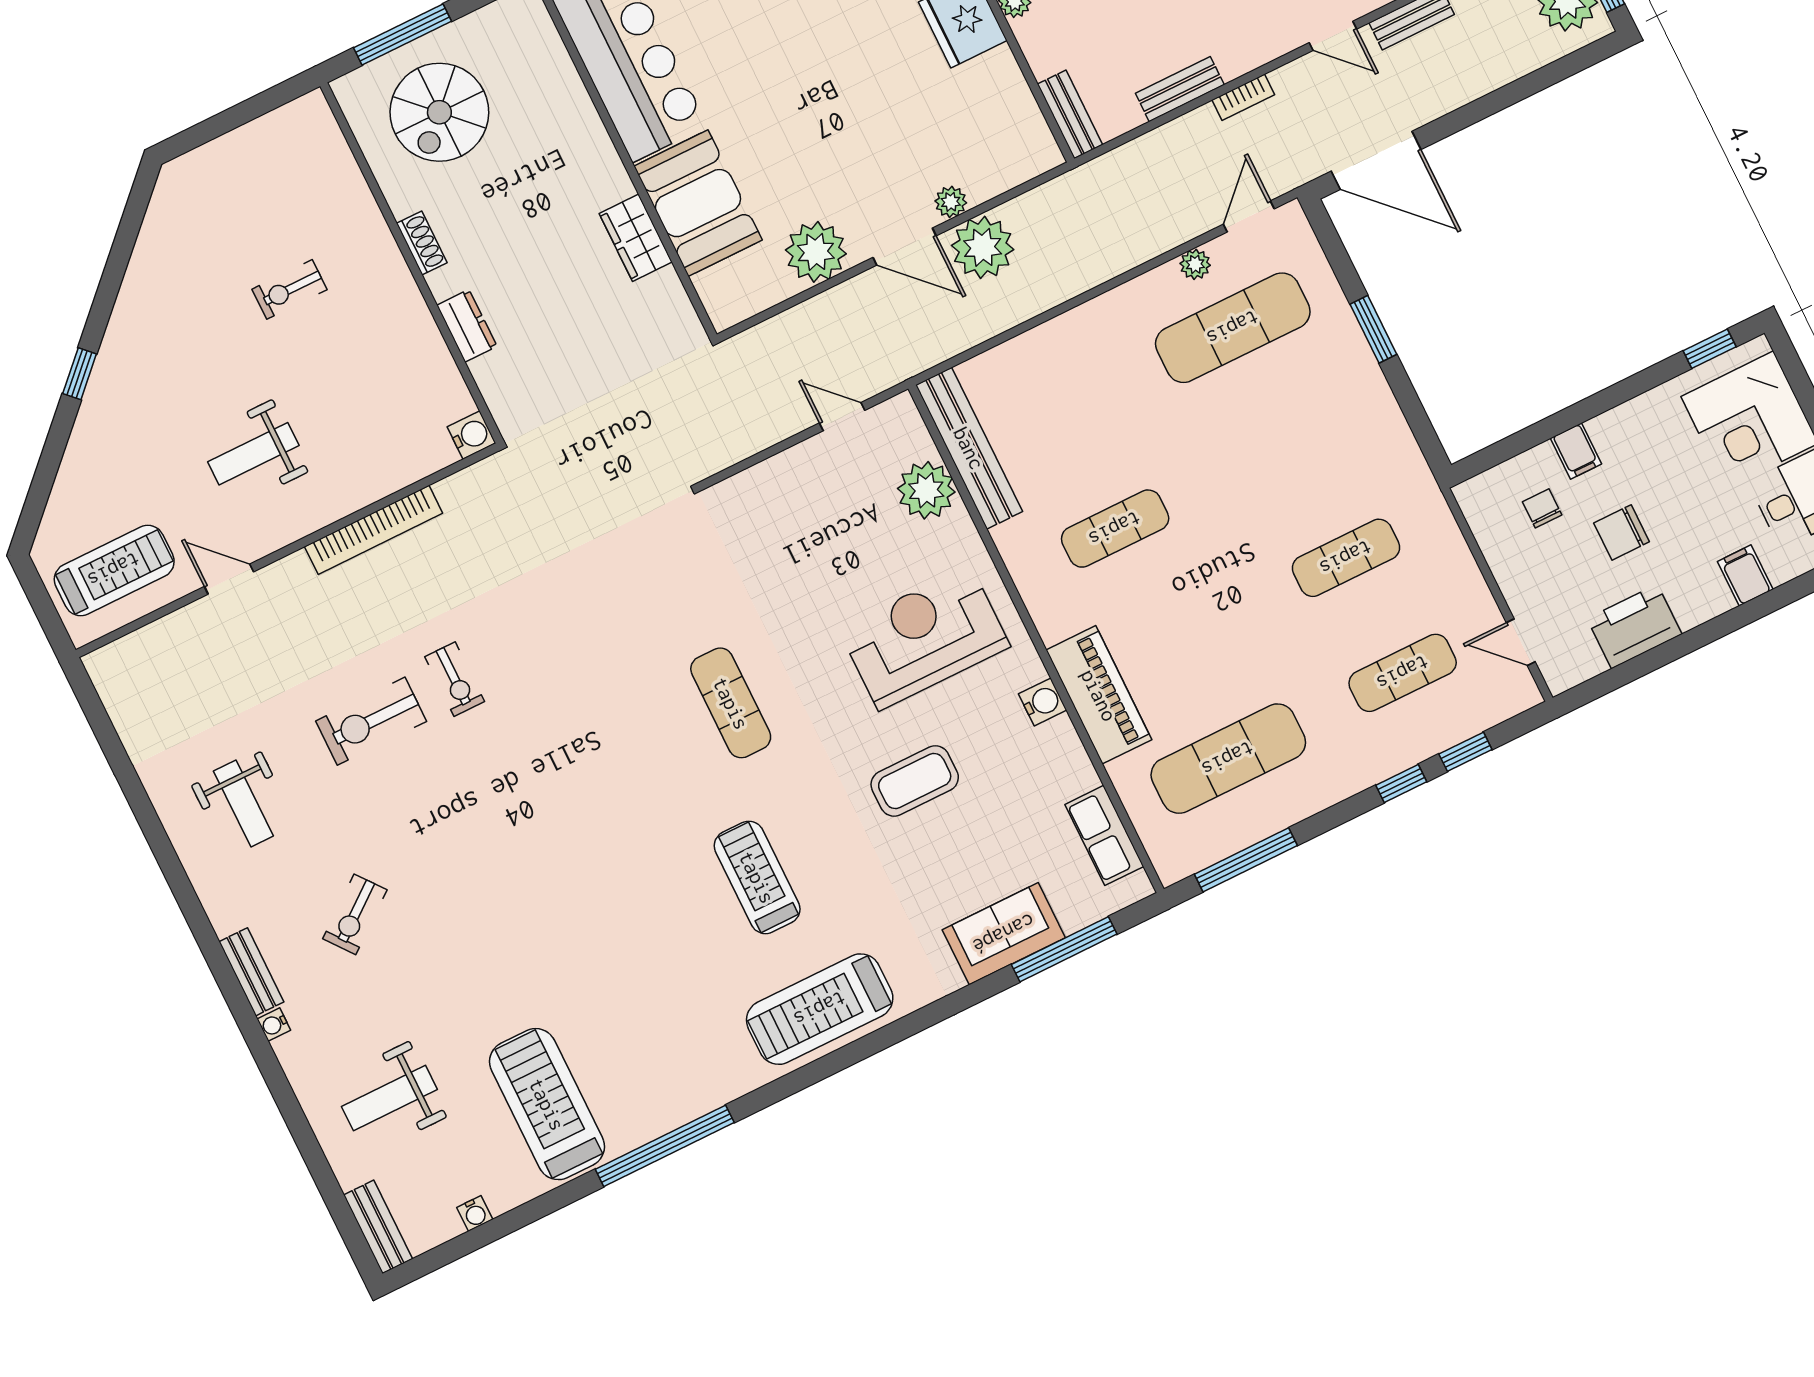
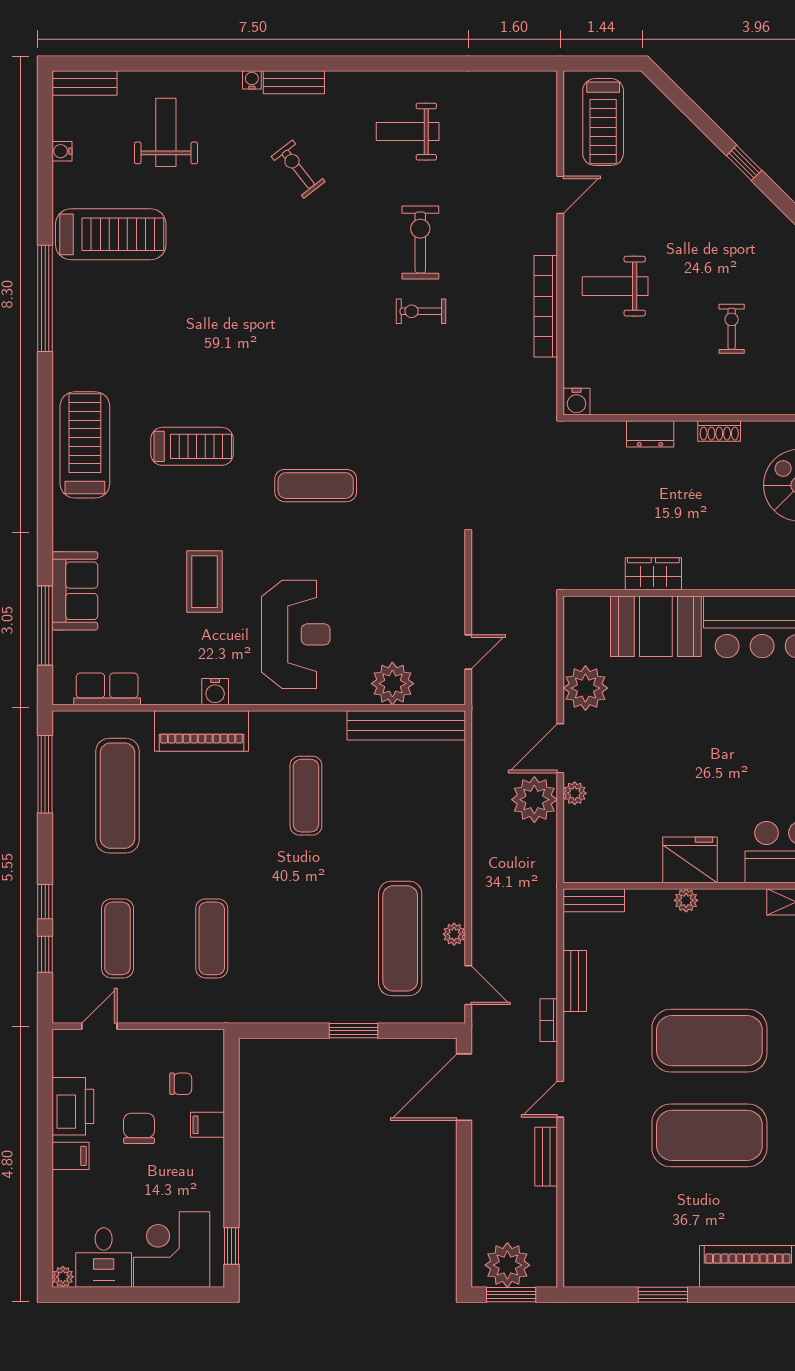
weight bench: (253, 454) -> (615, 286), moved, turned -90
filing cabinet: (1745, 575) -> (71, 1156), moved

